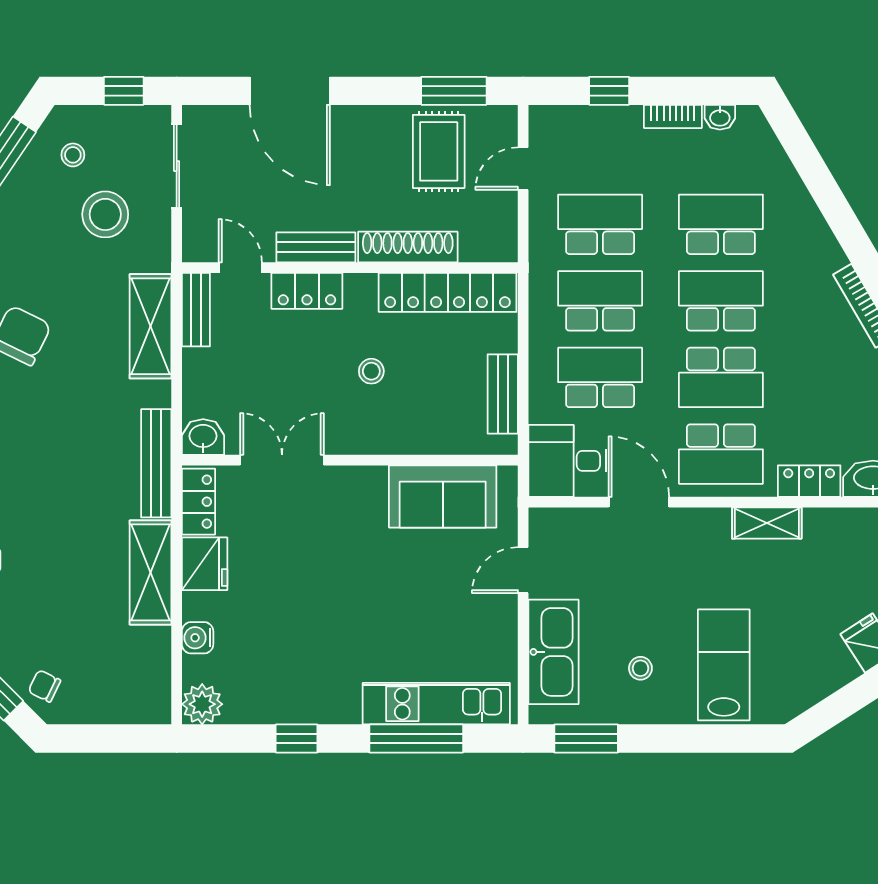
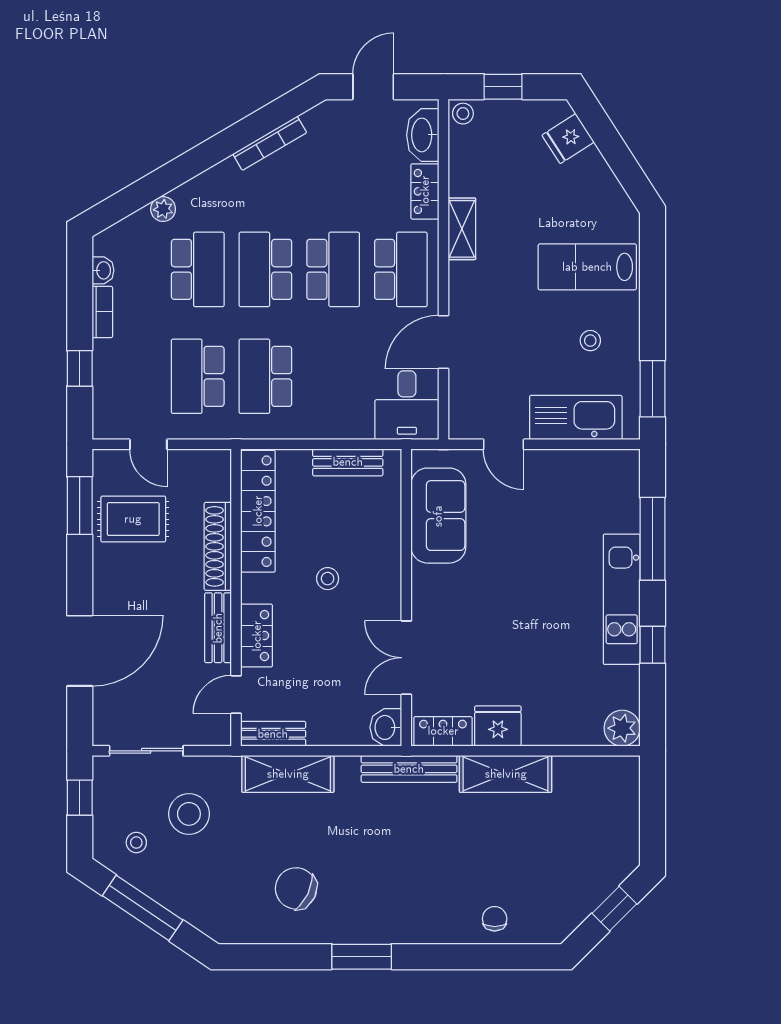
plant: (789, 185) -> (163, 209), added
school desk: (721, 224) -> (198, 269), turned 180
school desk: (600, 377) -> (333, 376), removed
water cooler: (198, 638) -> (563, 732), removed
chair: (44, 686) -> (606, 868), removed
kitchen unit: (436, 704) -> (622, 599), moved

